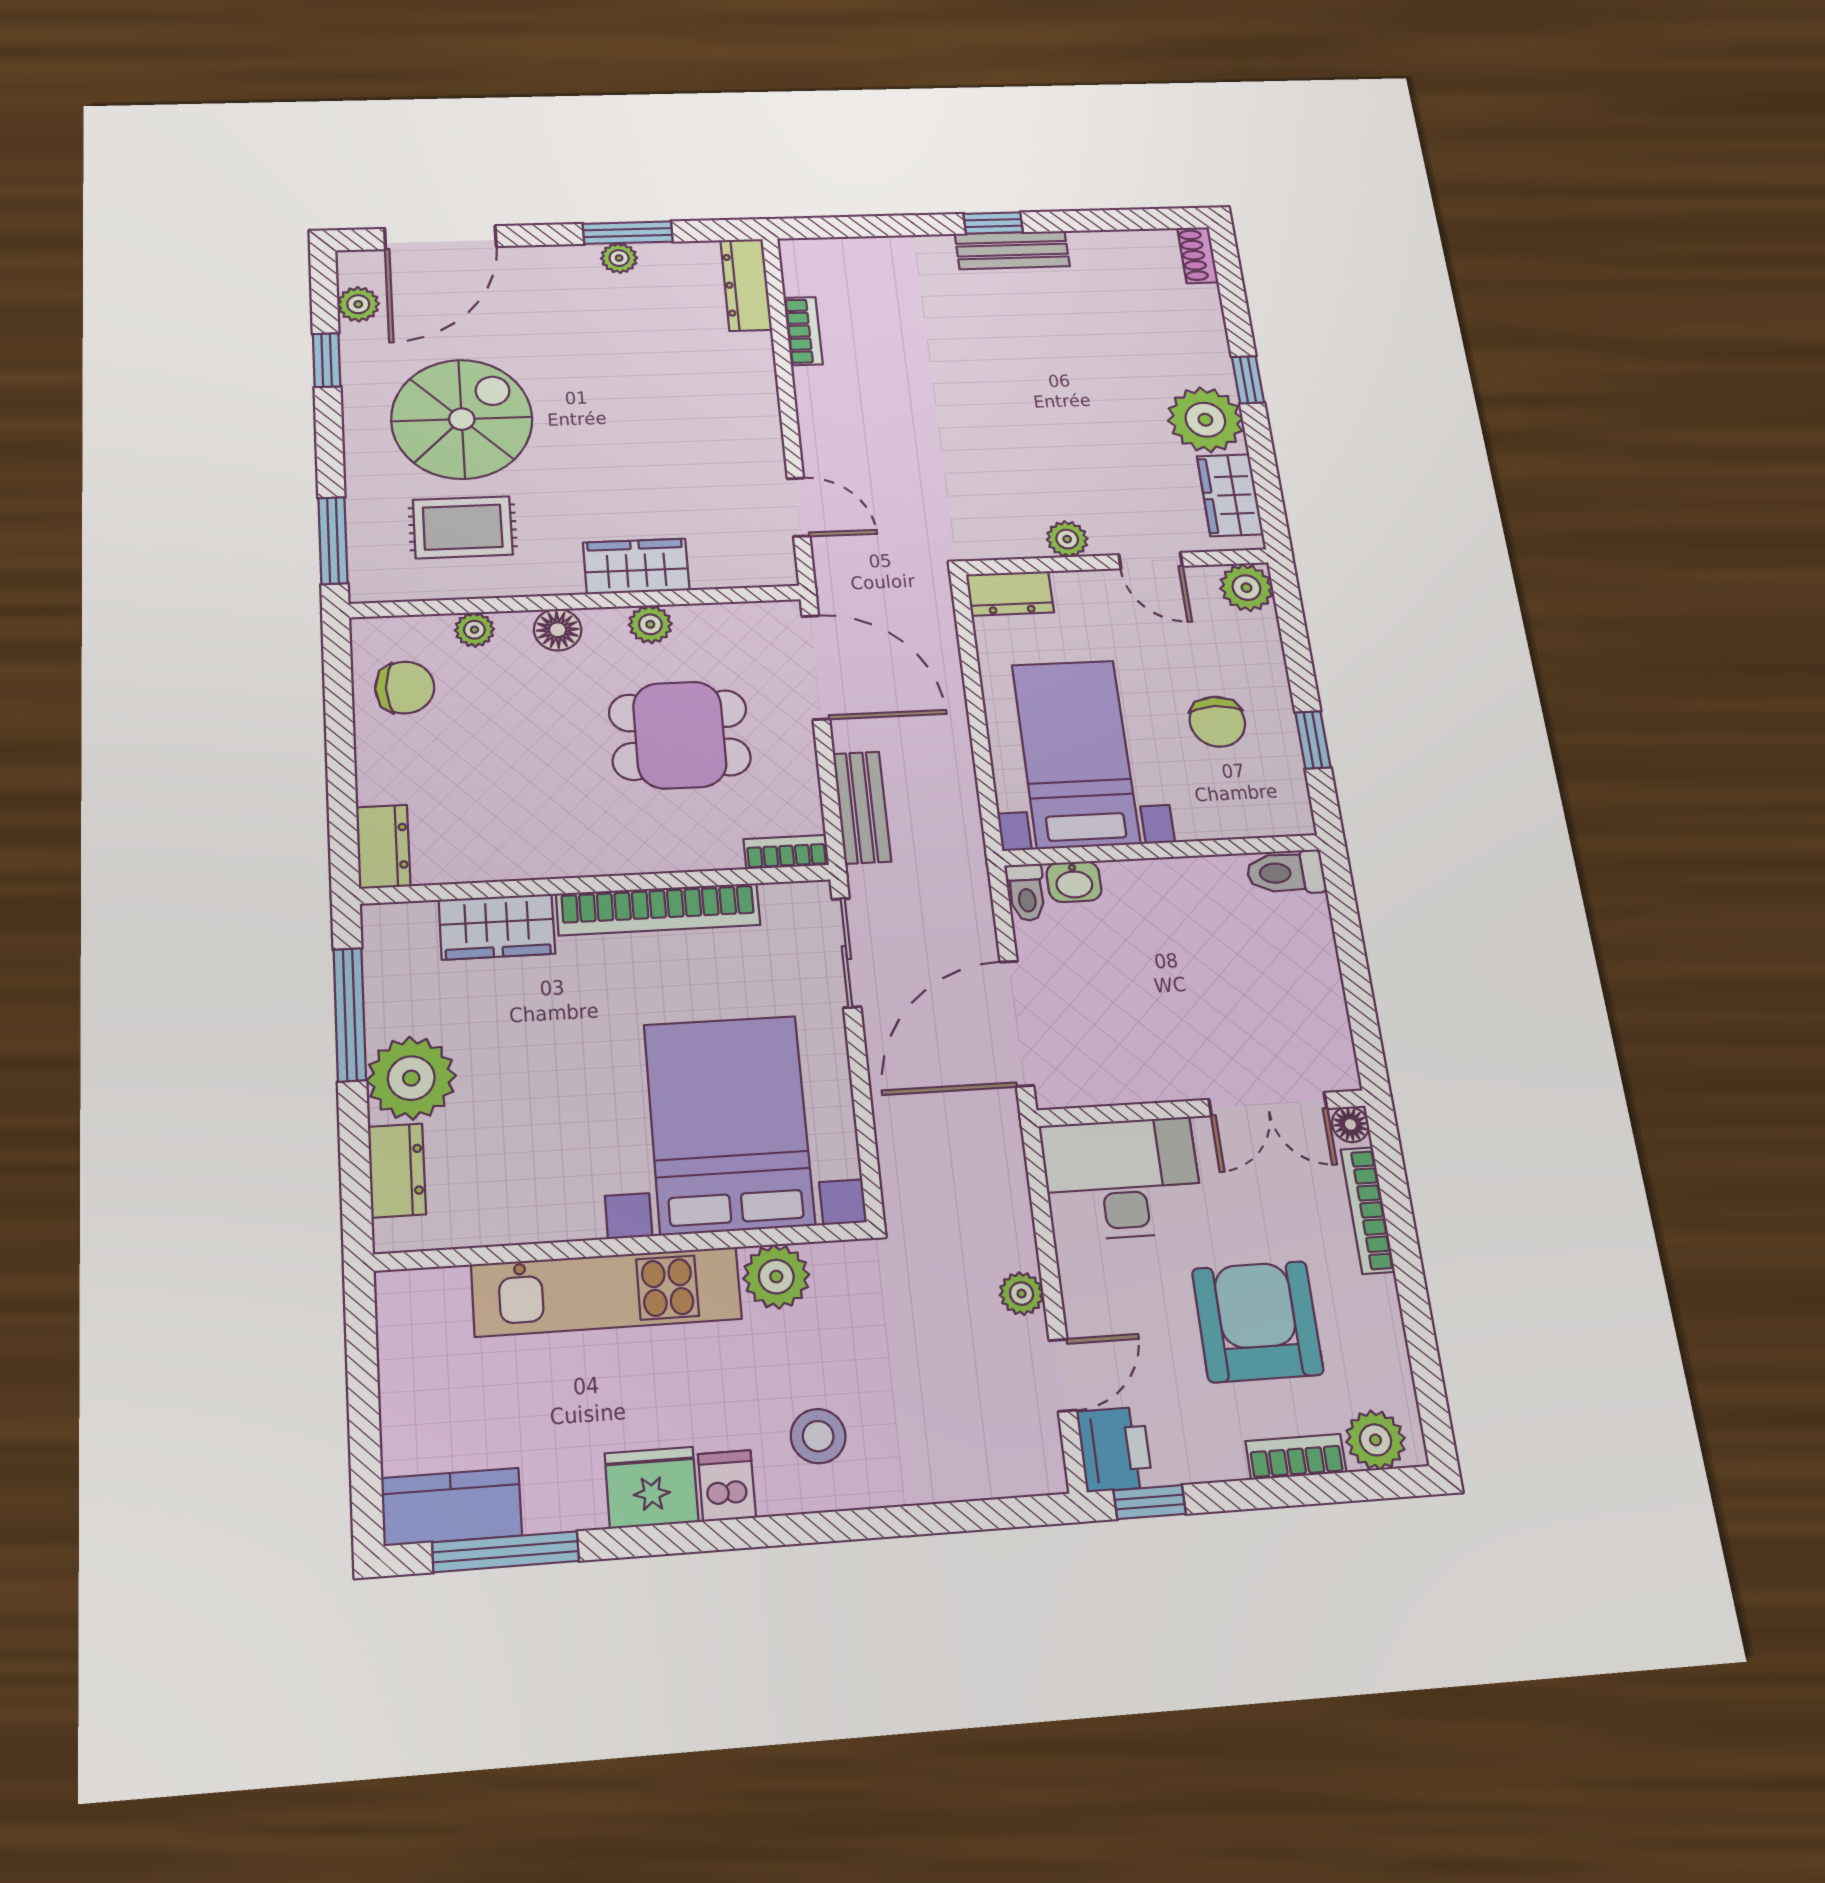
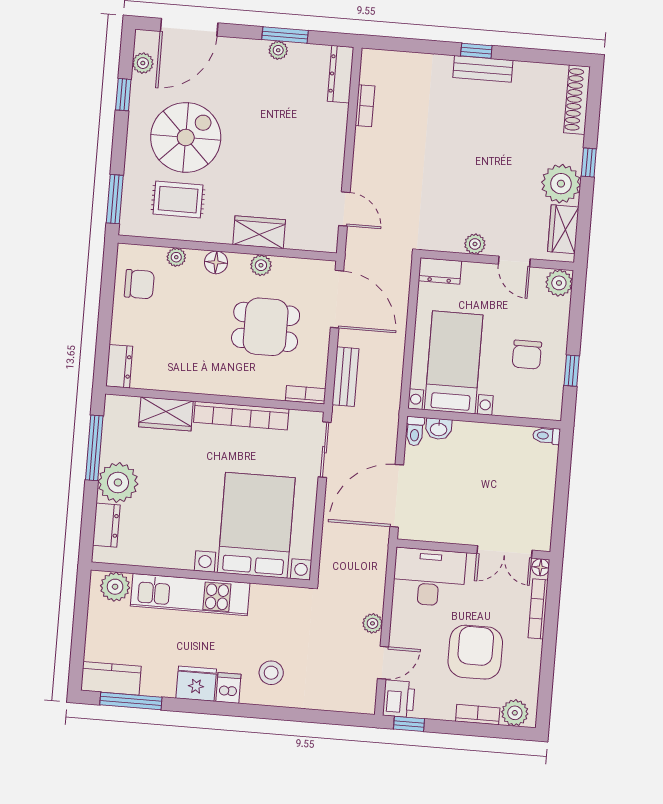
shoe rack: (1198, 255) -> (577, 100), width x1.94, depth x1.24
toilet: (1286, 873) -> (547, 436), width x0.73, depth x0.72
plant: (776, 1277) -> (115, 587), moved

